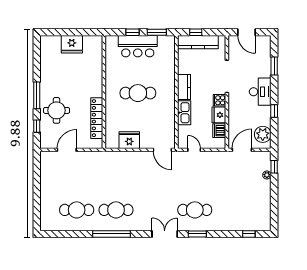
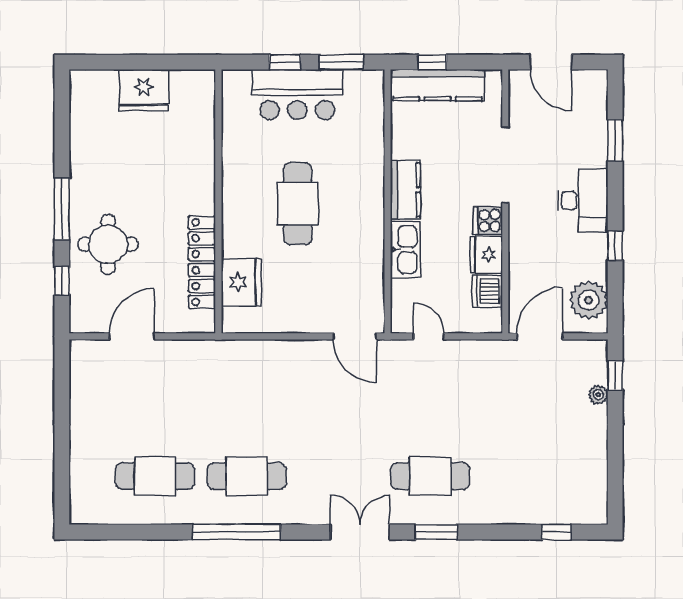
cafe table: (138, 93) -> (298, 204), turned 90
fridge: (129, 140) -> (241, 282), moved, turned 90

